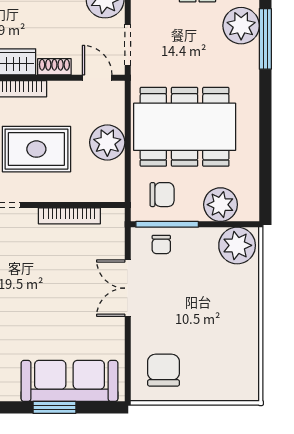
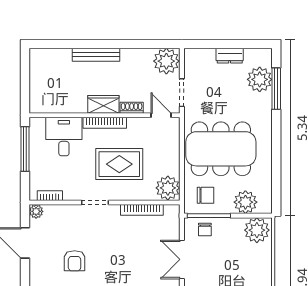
plant: (107, 142) -> (168, 188), moved

